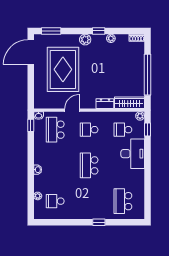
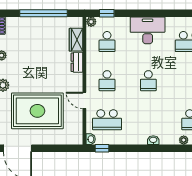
wardrobe: (129, 103) -> (76, 40), width x0.67
desk: (133, 154) -> (148, 30), moved
school desk: (89, 165) -> (148, 81), width x0.54

